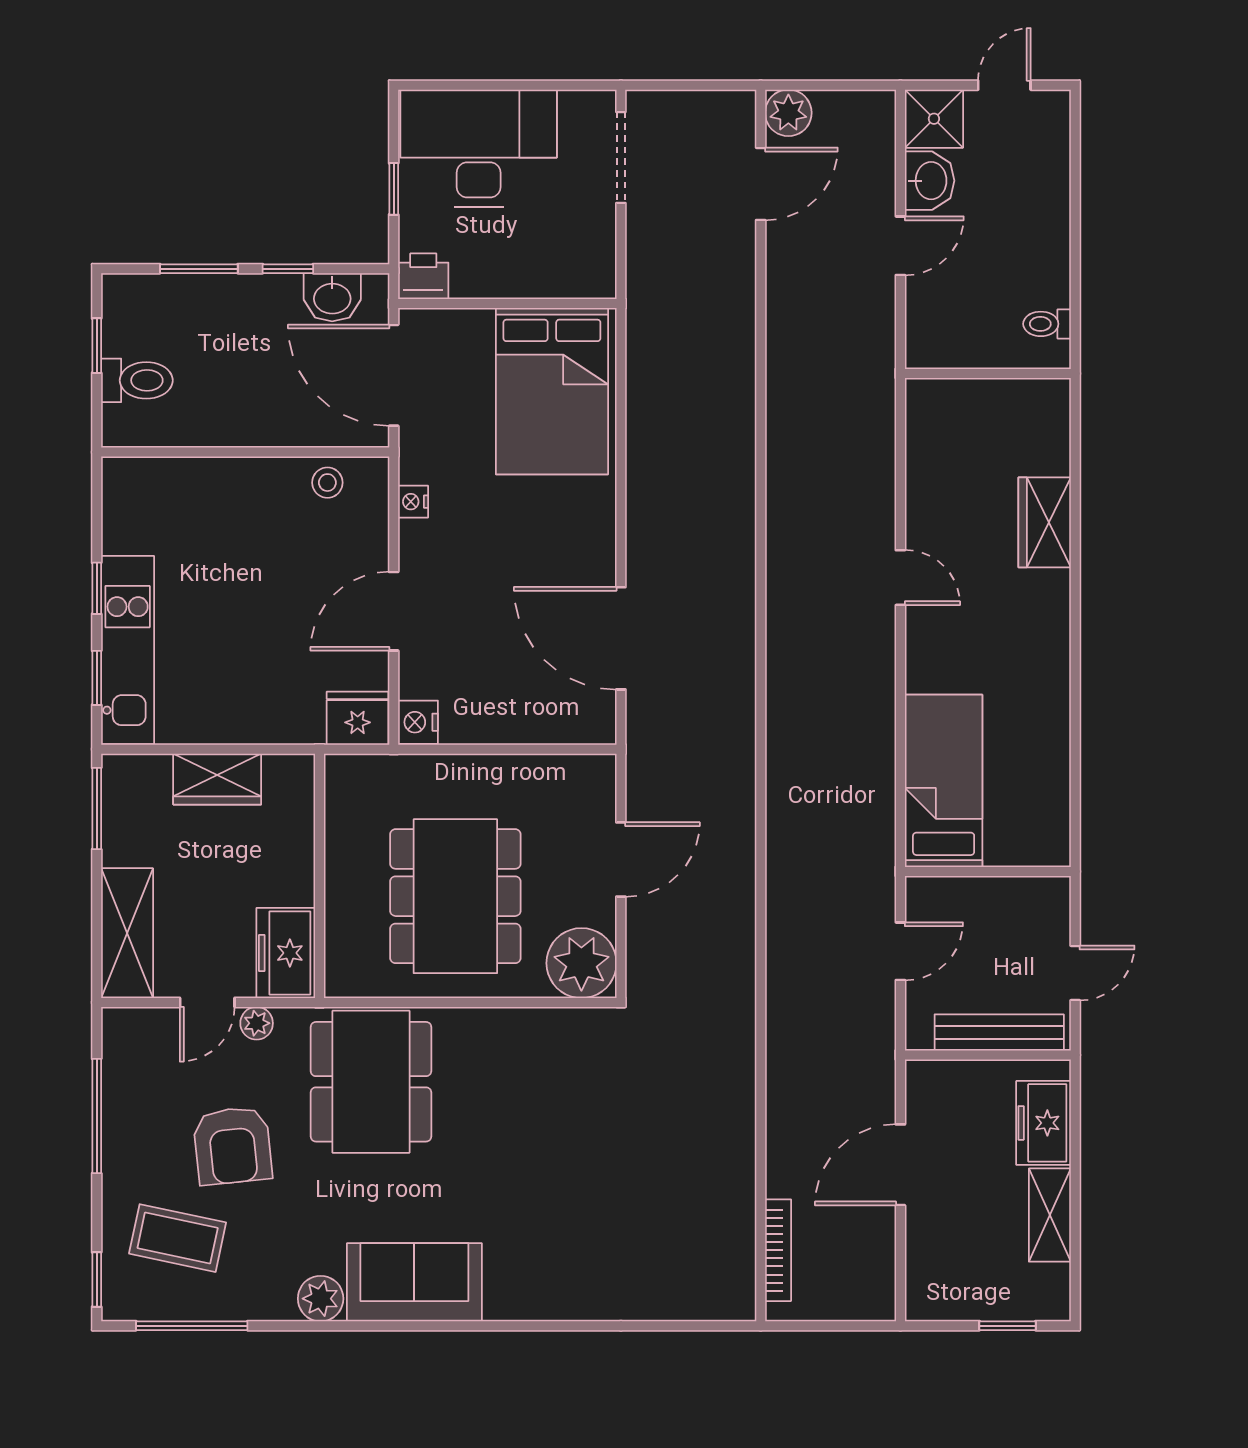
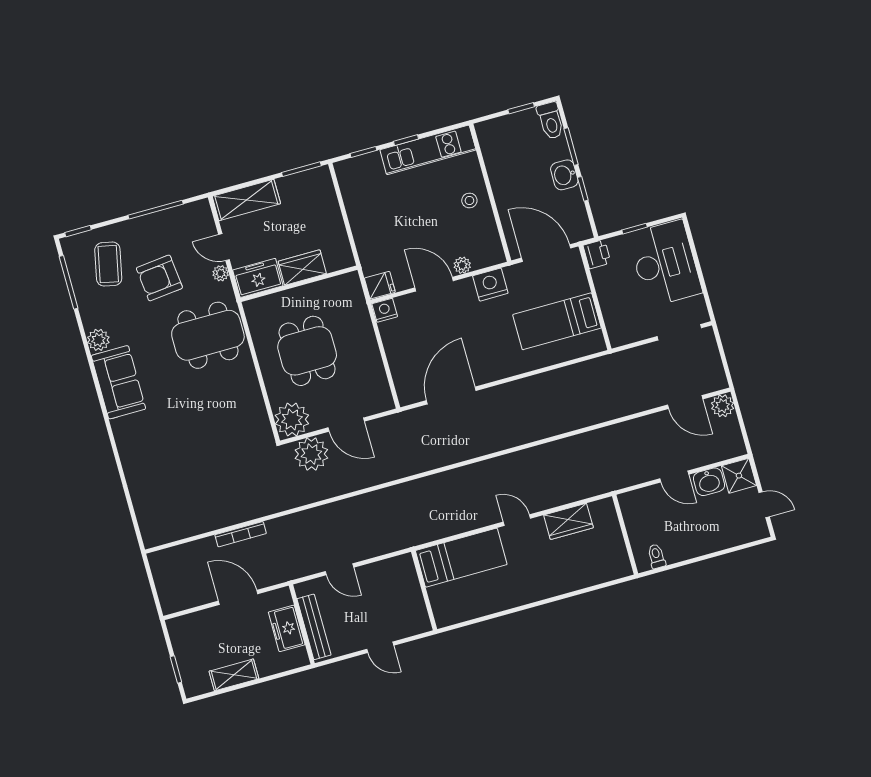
washbasin: (332, 297) -> (564, 175), moved
door: (394, 375) -> (546, 253), hinge flipped
toilet: (137, 380) -> (551, 121), moved
bed: (552, 391) -> (557, 321), width x0.67
stool: (327, 483) -> (469, 200), moved
nightstand: (413, 502) -> (490, 285), width x1.89, depth x1.79
wardrobe: (1045, 522) -> (568, 521), moved, turned 180
plant: (372, 546) -> (462, 265), added
door: (900, 578) -> (517, 520), swing flipped
kitchen unit: (128, 650) -> (428, 150), moved
fridge: (358, 718) -> (380, 285), width x0.72
wardrobe: (217, 779) -> (302, 267), moved, turned 90
bed: (944, 781) -> (461, 558), moved
wall: (988, 871) -> (424, 590), moved
dining table: (455, 896) -> (307, 351), width x0.73
plant: (660, 944) -> (311, 454), added
door: (1075, 973) -> (380, 647), moved
freezer: (1043, 1123) -> (287, 628), moved, turned -90
bookcase: (778, 1250) -> (241, 534), moved

